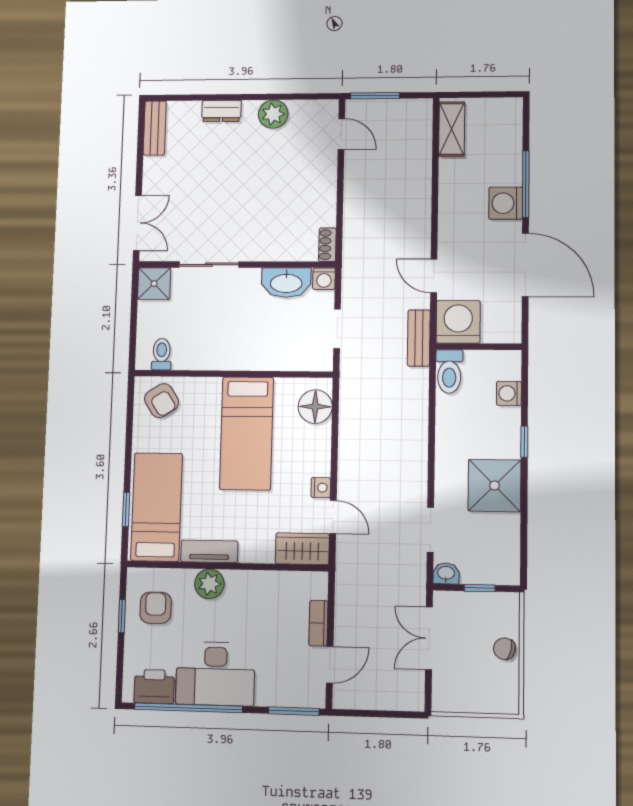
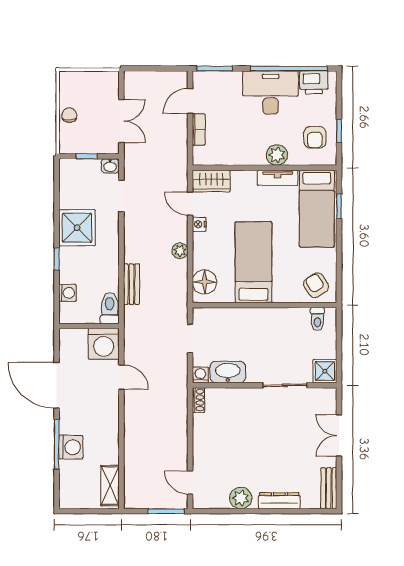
dresser: (221, 111) -> (279, 501), width x1.44
washing machine: (506, 203) -> (71, 447), moved
double door: (137, 223) -> (339, 436), moved
bench: (419, 338) -> (132, 284), moved
plant: (349, 451) -> (180, 251), added
chair: (504, 649) -> (69, 115), turned -104

